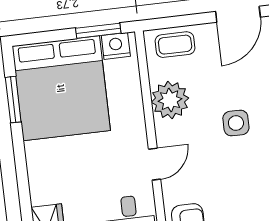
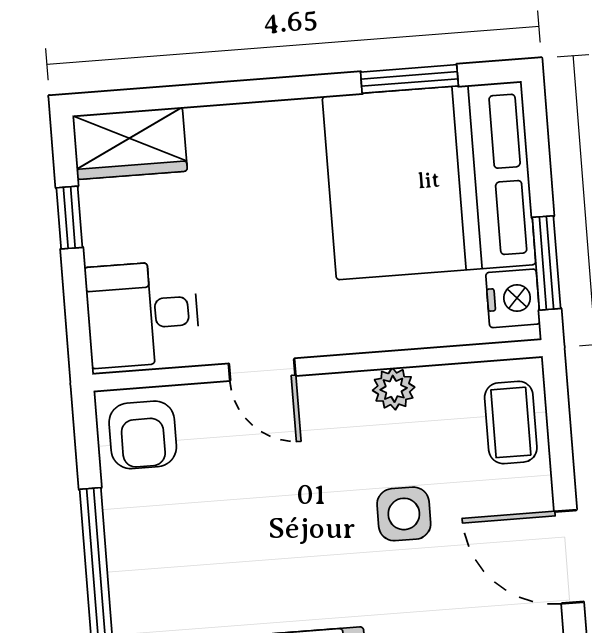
plant: (170, 100) -> (394, 389), width x0.53, depth x0.53
side table: (236, 123) -> (404, 514), moved

